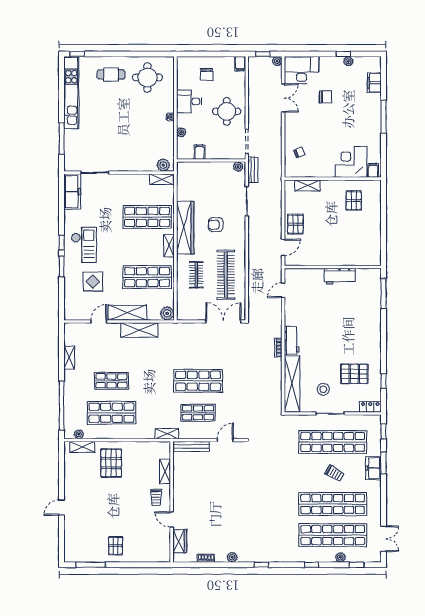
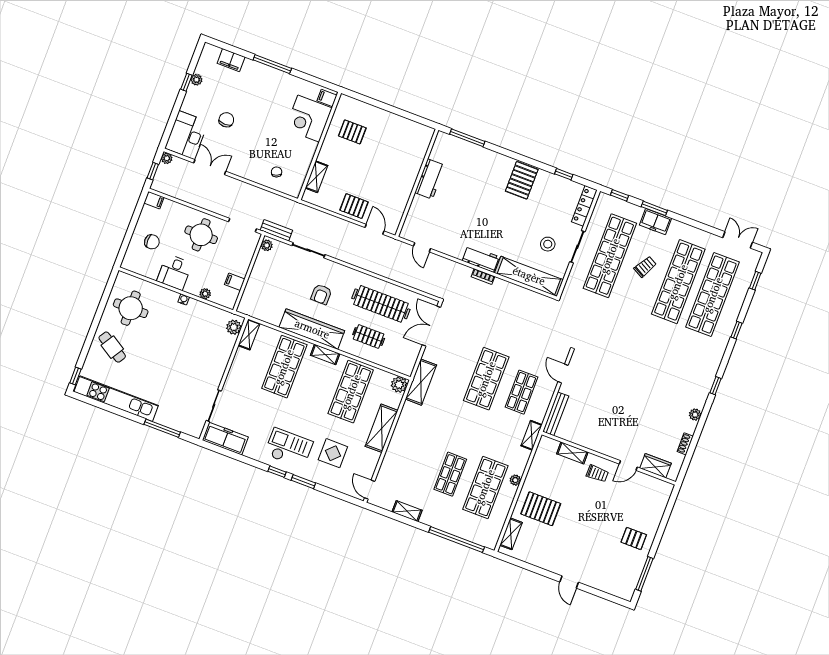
cafe table: (111, 75) -> (112, 347), turned -58
door: (99, 322) -> (370, 490), moved
shelving: (139, 330) -> (421, 382), moved
pallet: (354, 374) -> (522, 180), moved
locker: (370, 407) -> (584, 206), width x1.53
plant: (79, 434) -> (515, 480), moved
plant: (340, 557) -> (740, 295), removed

